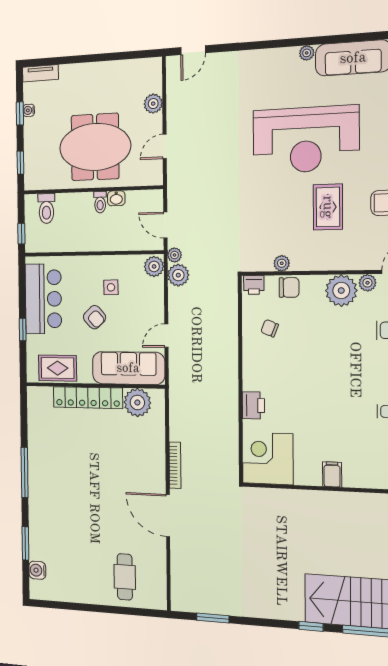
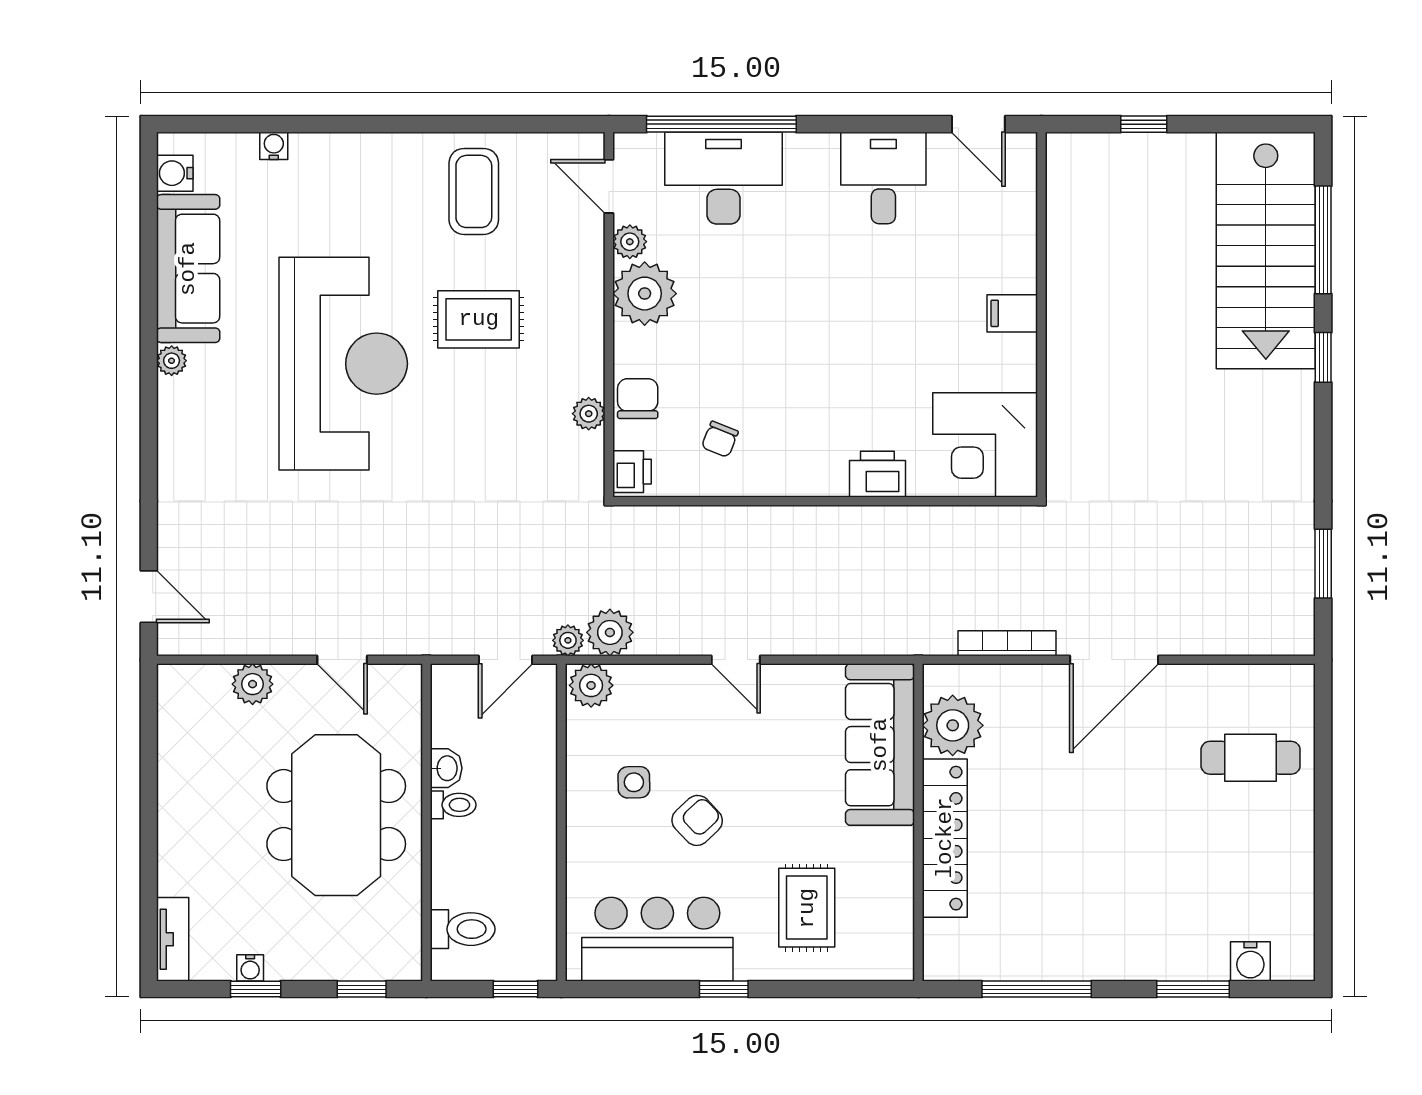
sofa: (128, 368) -> (880, 745), moved
wall: (94, 385) -> (918, 822), moved
locker: (88, 398) -> (945, 838), moved
plant: (137, 403) -> (953, 725), moved

